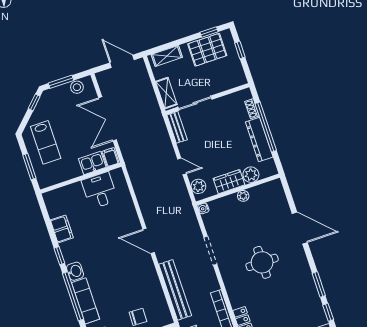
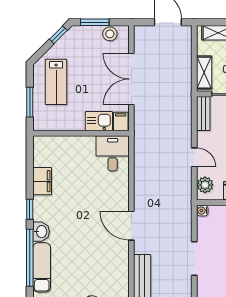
desk: (100, 190) -> (113, 153), moved

